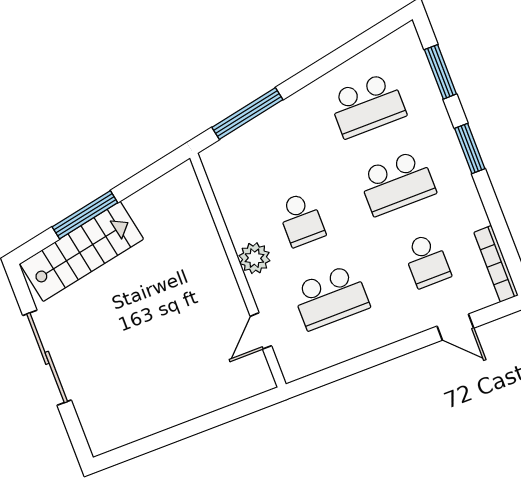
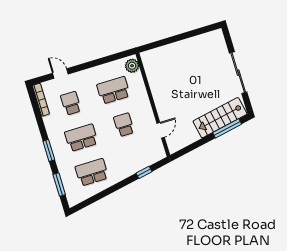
window: (247, 114) -> (144, 172), width x0.46
window: (85, 215) -> (227, 128), moved
plant: (254, 258) -> (132, 66), moved
door: (261, 331) -> (161, 130), moved

